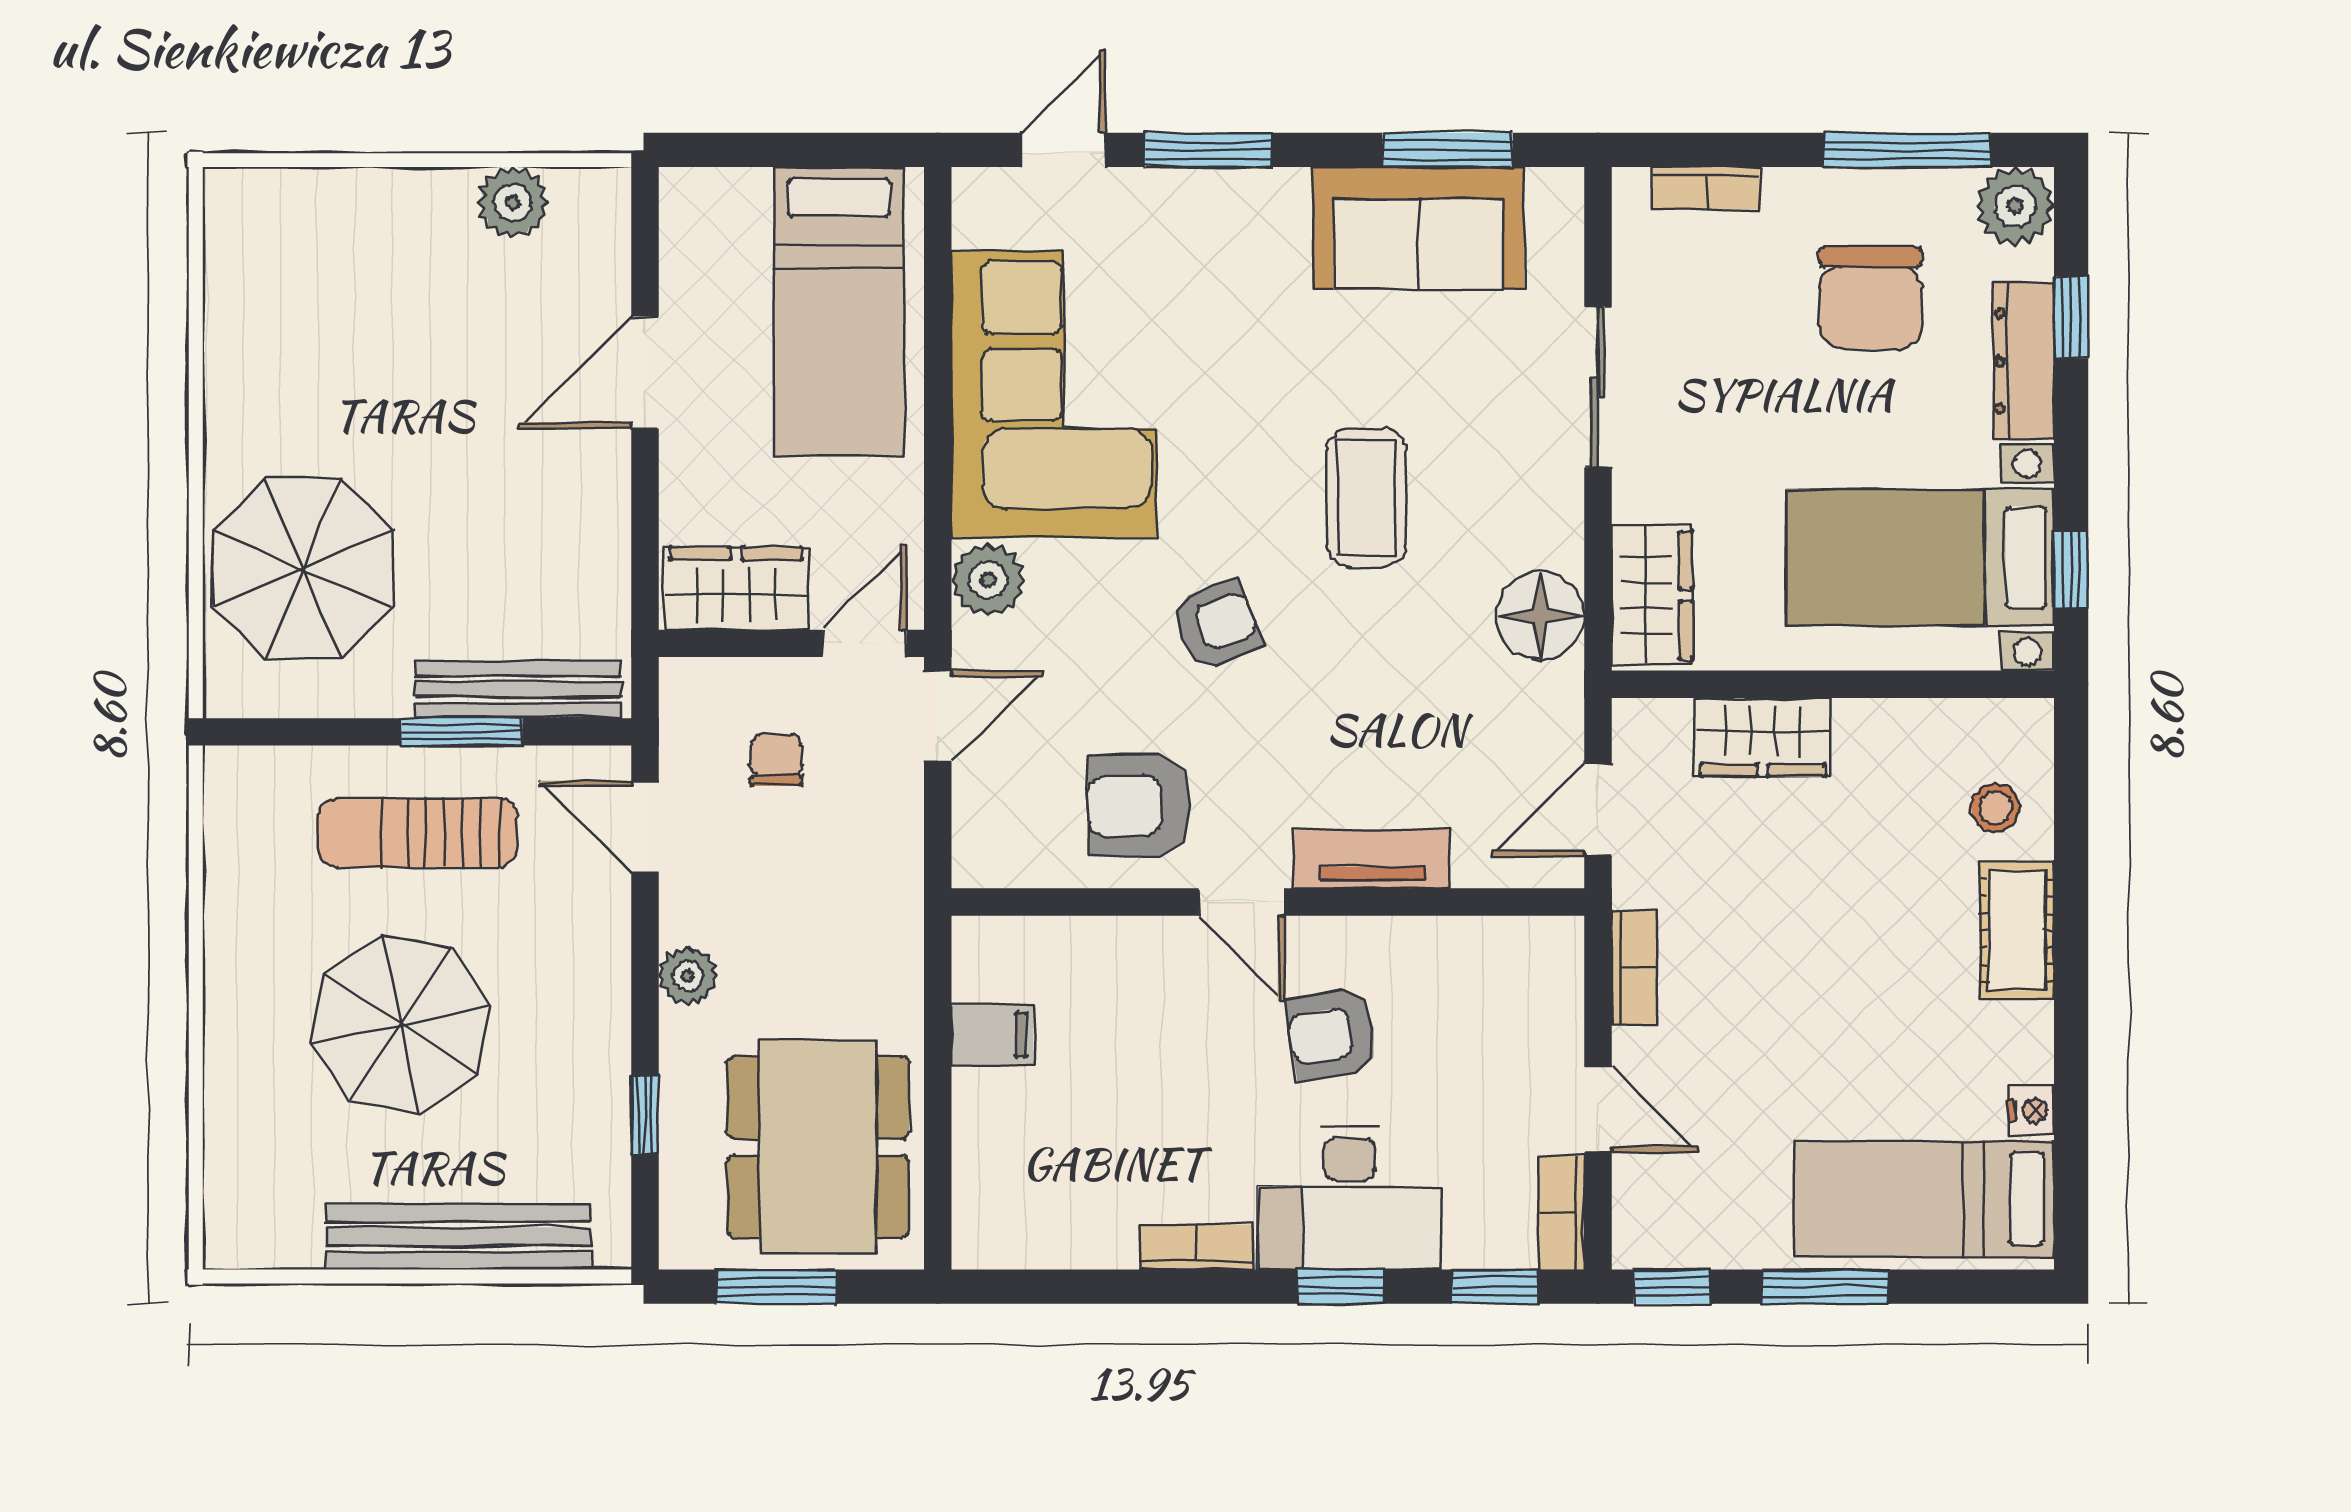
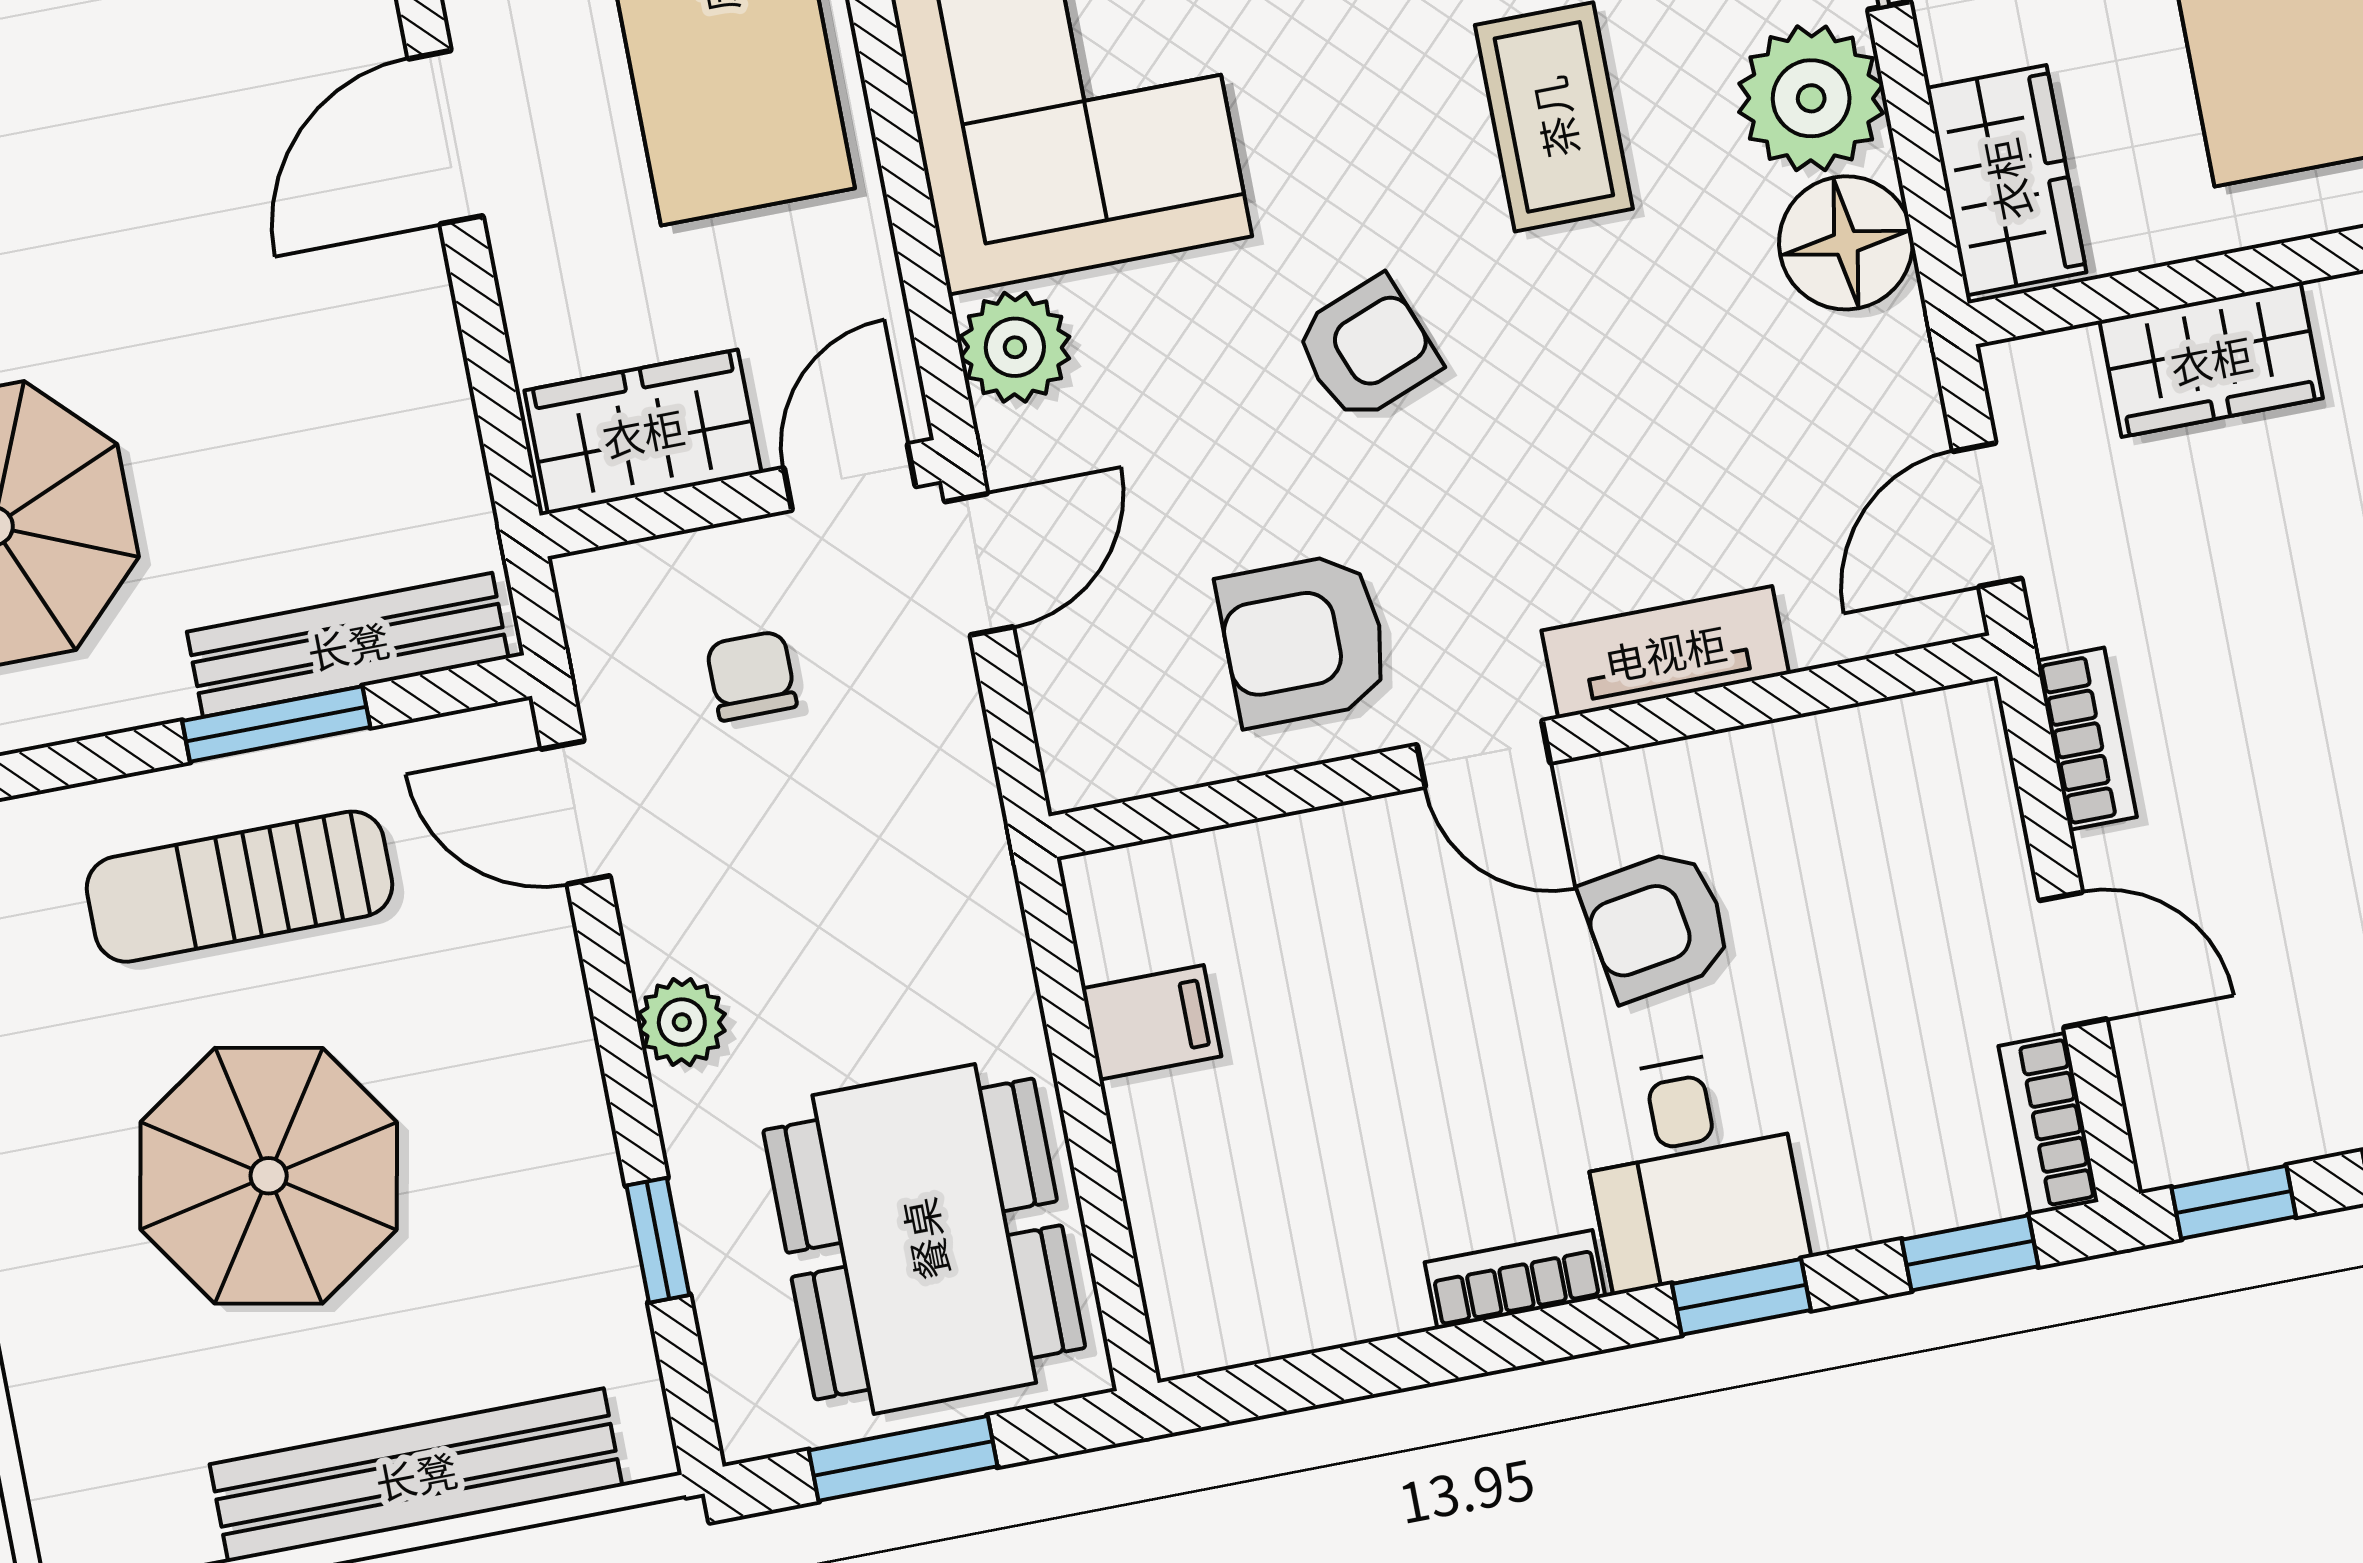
plant: (1536, 518) -> (1811, 98), added
desk: (1349, 1198) -> (1692, 1170), width x0.73

